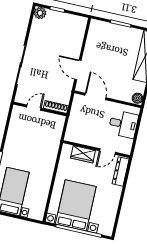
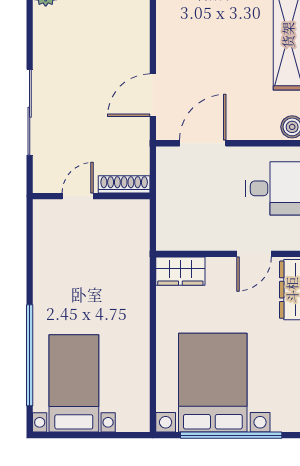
door: (78, 70) -> (153, 95), hinge flipped
door: (96, 96) -> (203, 143), hinge flipped
wardrobe: (83, 154) -> (180, 271), moved

